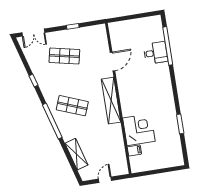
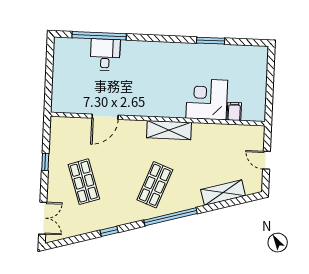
shop shelf: (64, 56) -> (84, 182), turned -30
door: (113, 62) -> (105, 117), swing flipped
shelving: (111, 101) -> (169, 130), width x0.68

